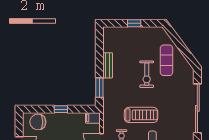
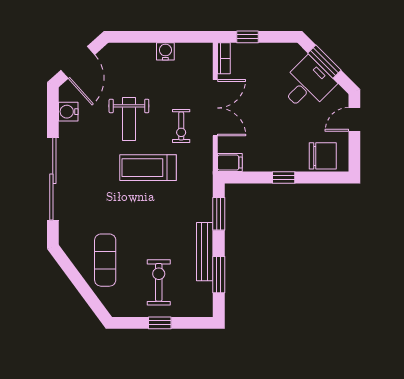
window: (99, 52) -> (219, 275), added
bench: (108, 65) -> (205, 252), width x1.36
exercise bike: (147, 74) -> (159, 282), moved

